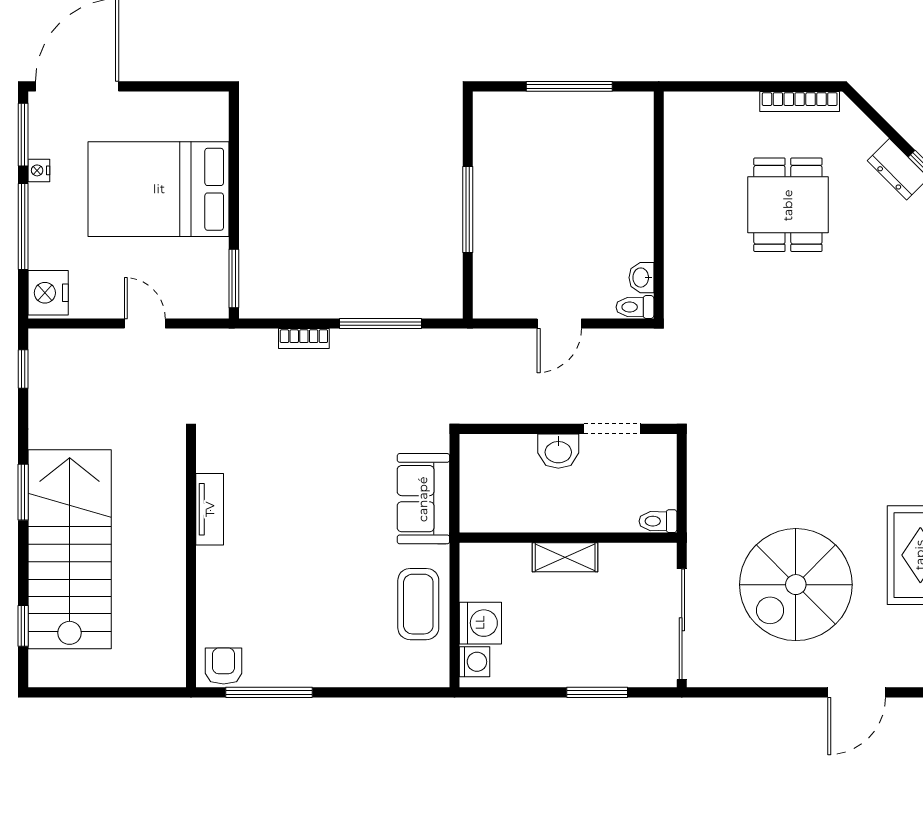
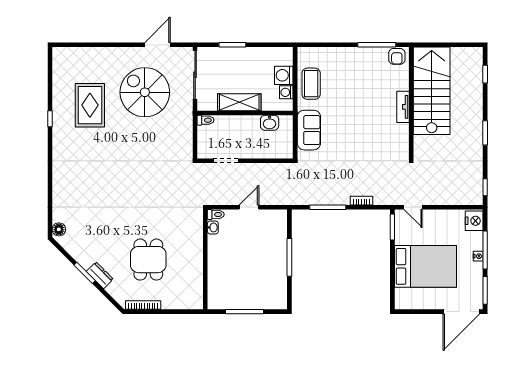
nightstand: (39, 170) -> (478, 256), moved
door: (145, 324) -> (413, 207), moved
washbasin: (558, 451) -> (270, 123), moved, turned 180
tv unit: (210, 509) -> (403, 107), moved
stairs: (70, 549) -> (432, 91), moved, turned 180
shelving: (565, 557) -> (239, 102), width x1.50, depth x1.33
spiral stairs: (796, 585) -> (145, 92), turned -90
washing machine: (475, 662) -> (286, 92), moved
door: (857, 692) -> (158, 45), moved

